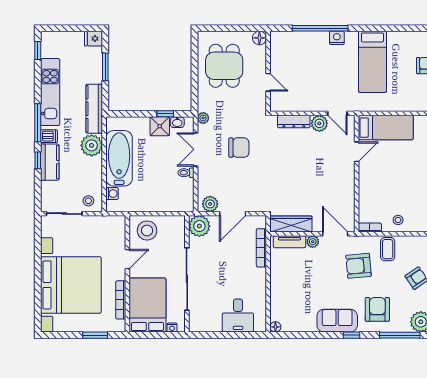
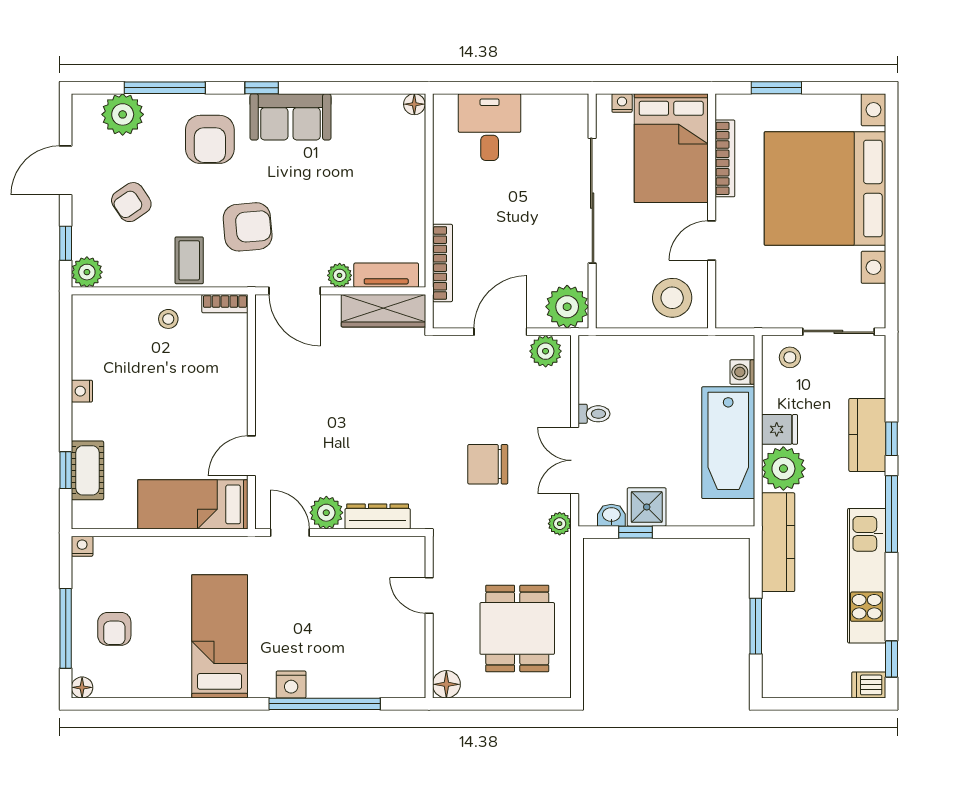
fridge: (94, 39) -> (780, 429), moved
dishwasher: (49, 136) -> (869, 685), moved
double door: (196, 149) -> (575, 460), swing flipped

